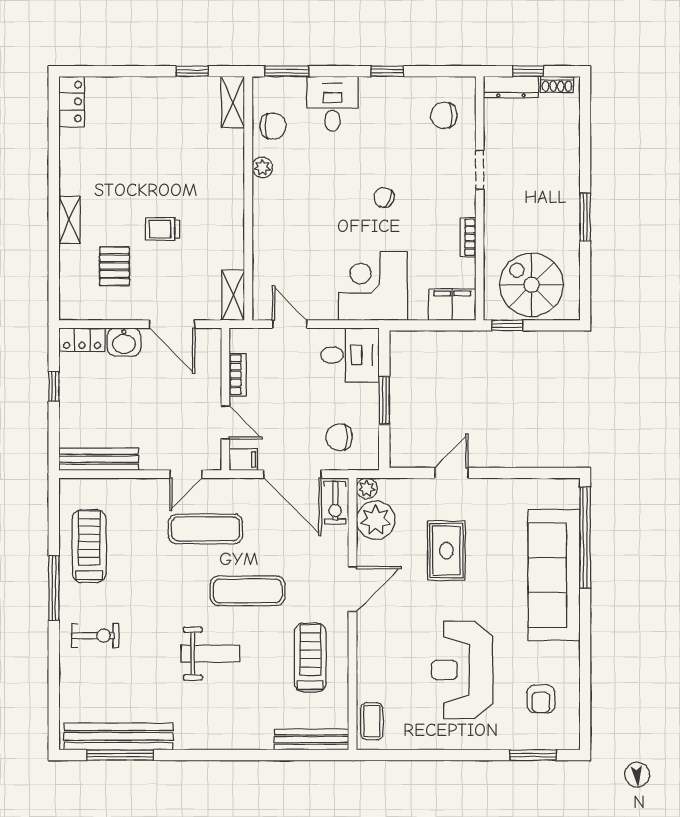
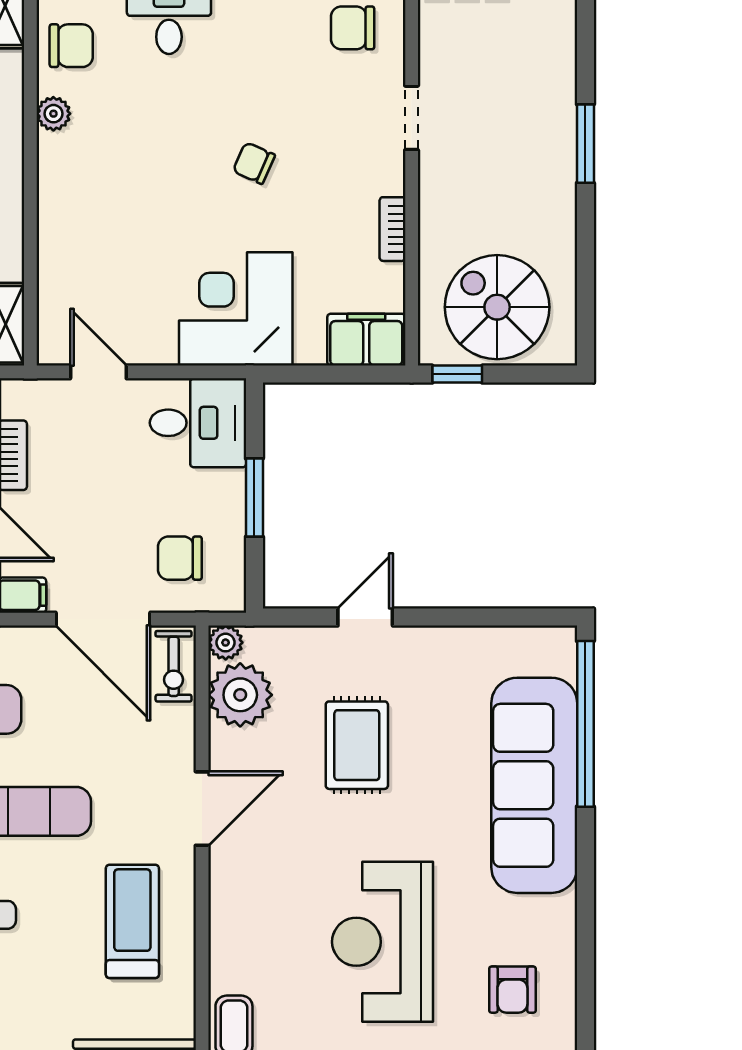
window: (585, 217) -> (585, 144), moved

